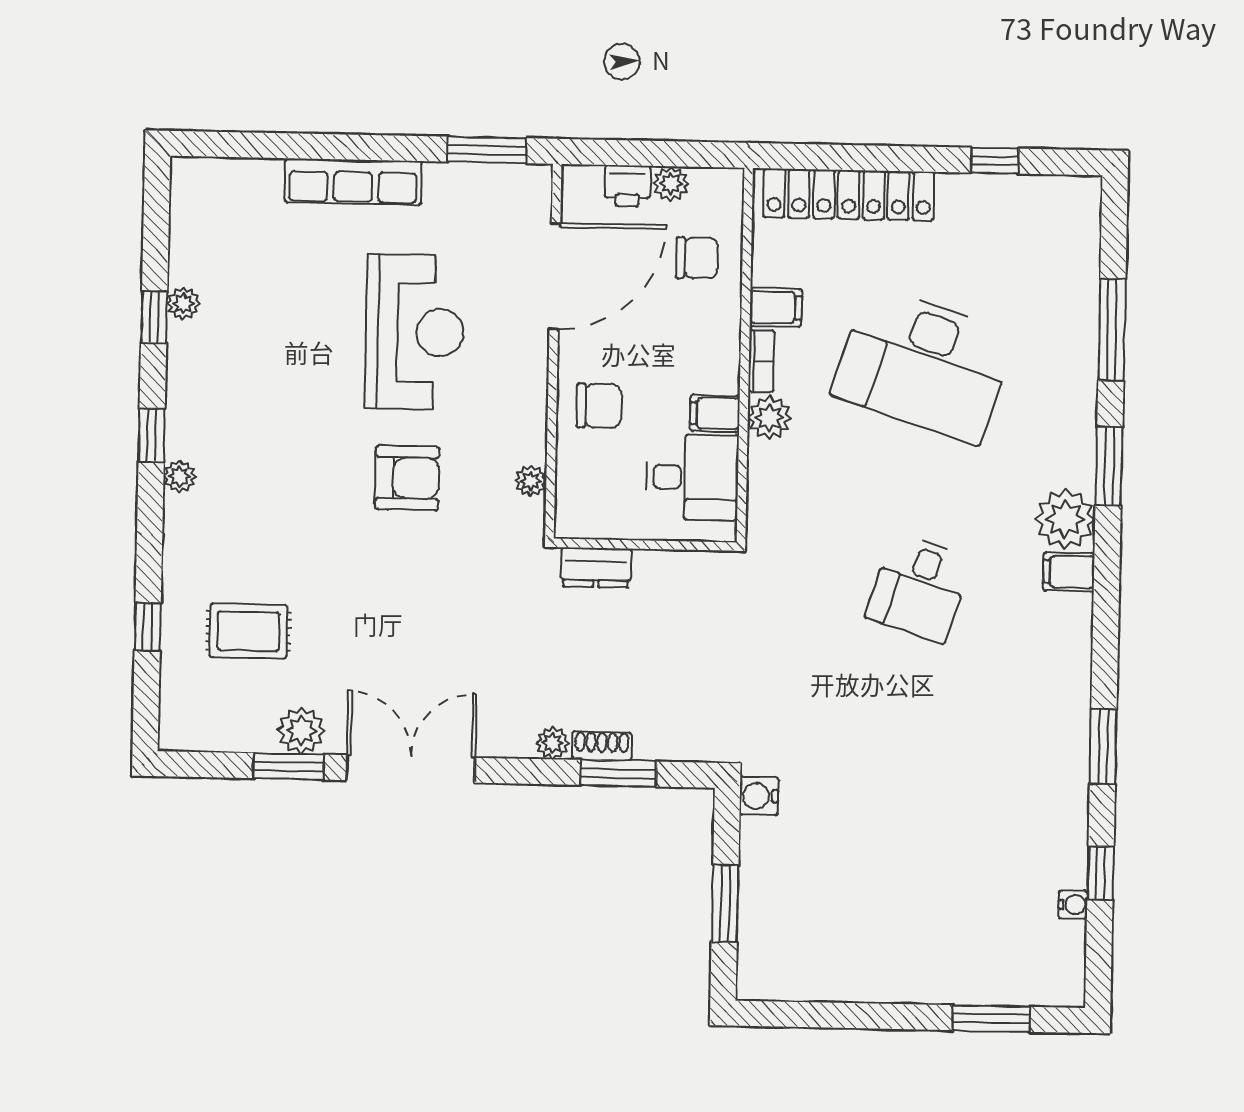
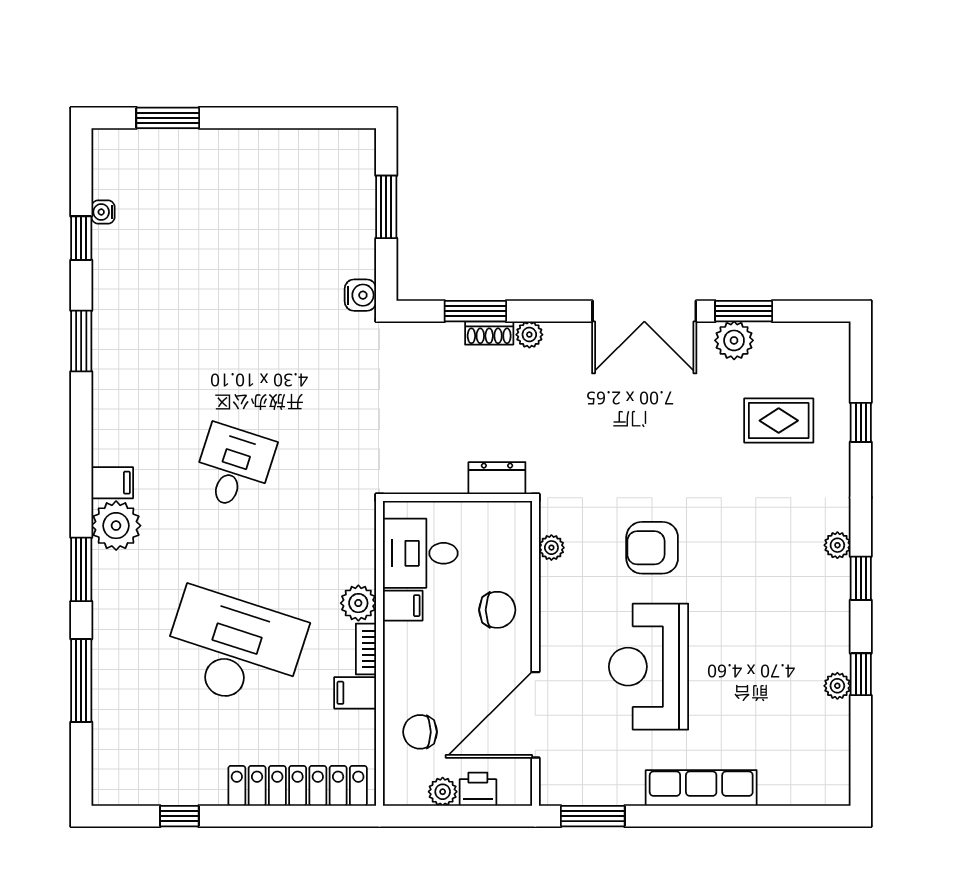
chair: (599, 406) -> (497, 610), turned 180

